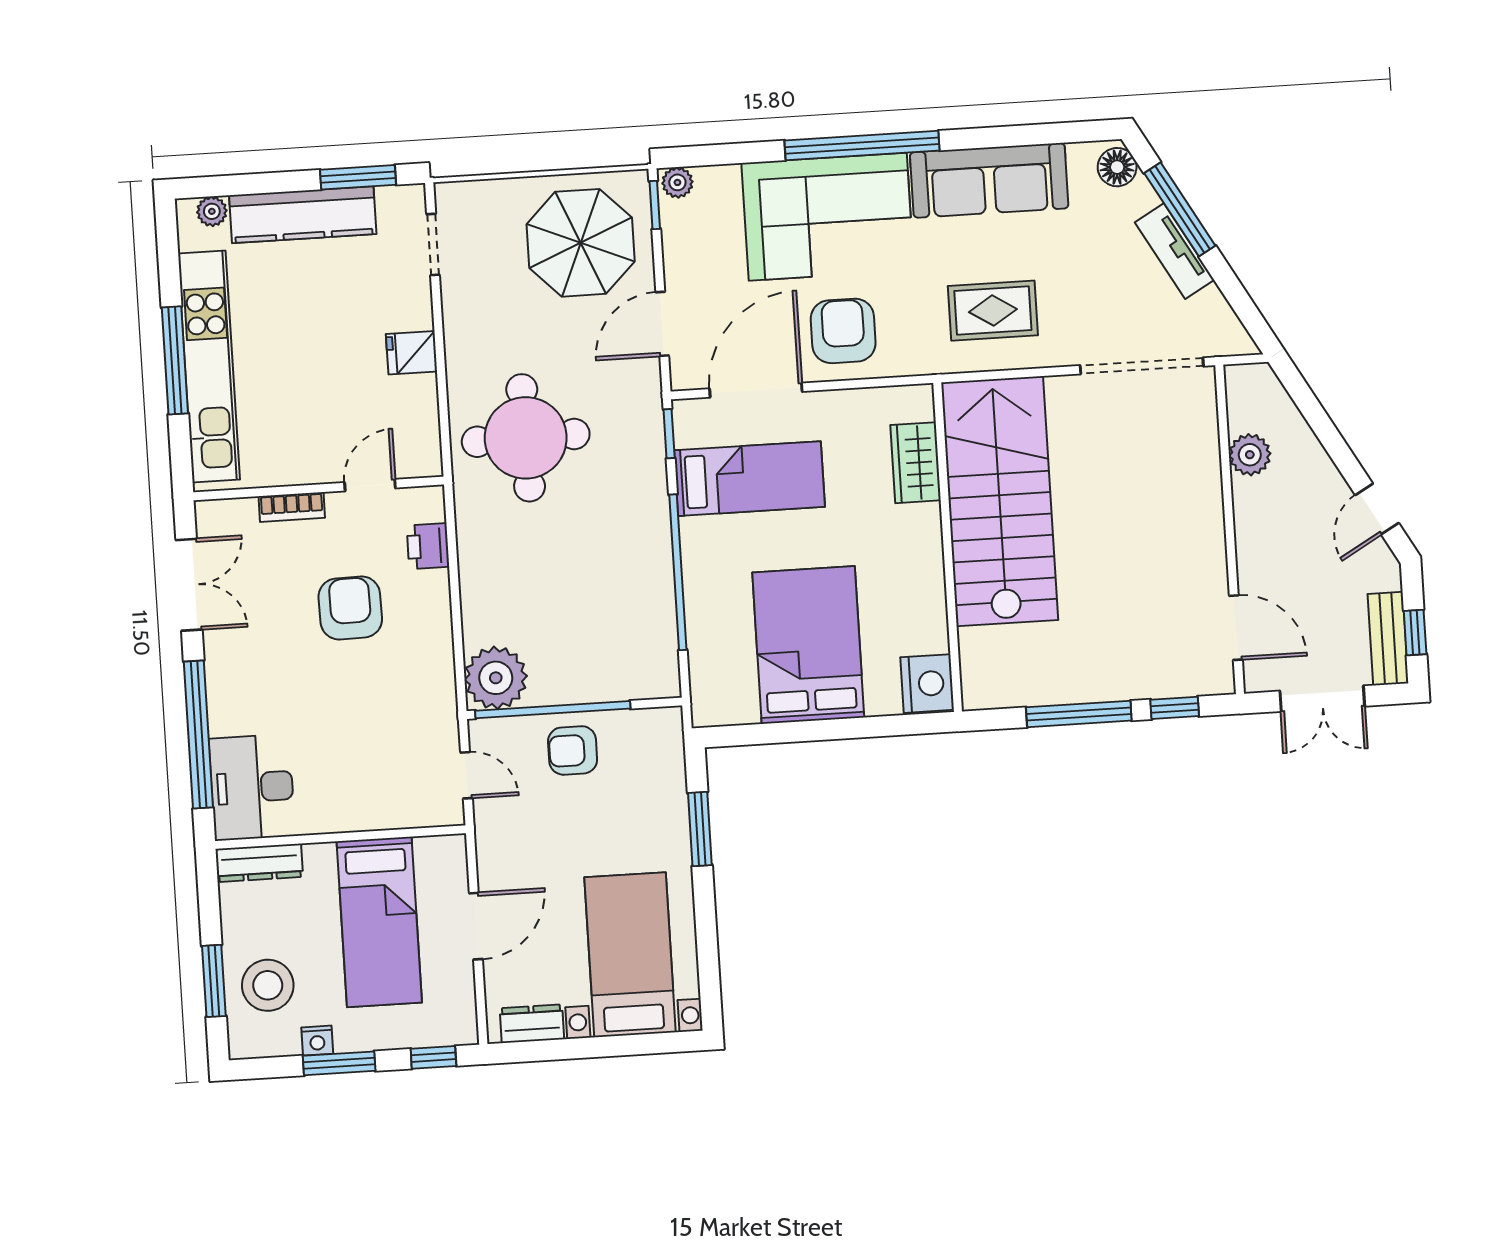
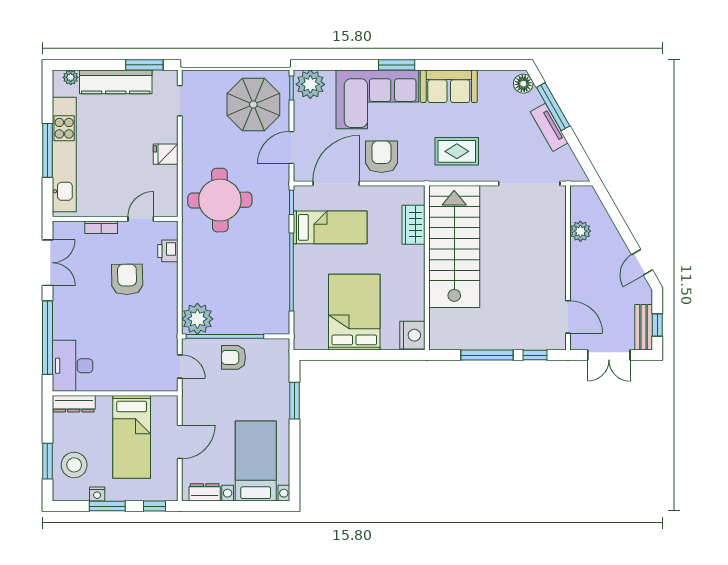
window: (862, 146) -> (397, 65), width x0.47
sofa: (989, 180) -> (449, 86), width x0.73
plant: (677, 182) -> (310, 84), width x1.88, depth x1.88

